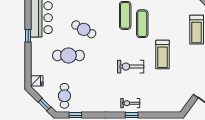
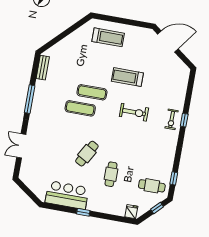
treadmill: (163, 54) -> (127, 77), turned 180
cafe table: (68, 55) -> (111, 174), width x0.73, depth x0.74
exercise bike: (131, 67) -> (134, 112), turned -90

